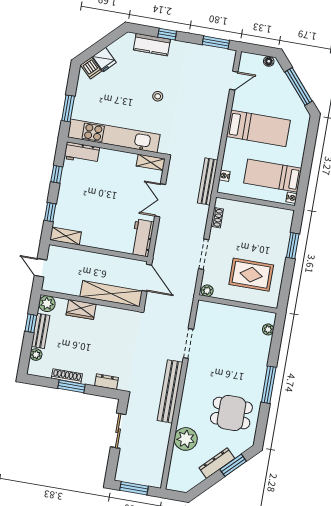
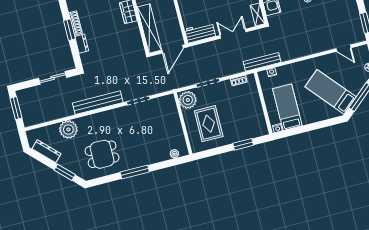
bed: (258, 128) -> (331, 92), moved, turned 139
plant: (207, 291) -> (188, 100), width x1.88, depth x1.88
dresser: (107, 382) -> (82, 44), moved
dining table: (231, 413) -> (102, 154), turned 90
dresser: (217, 463) -> (46, 151), moved

